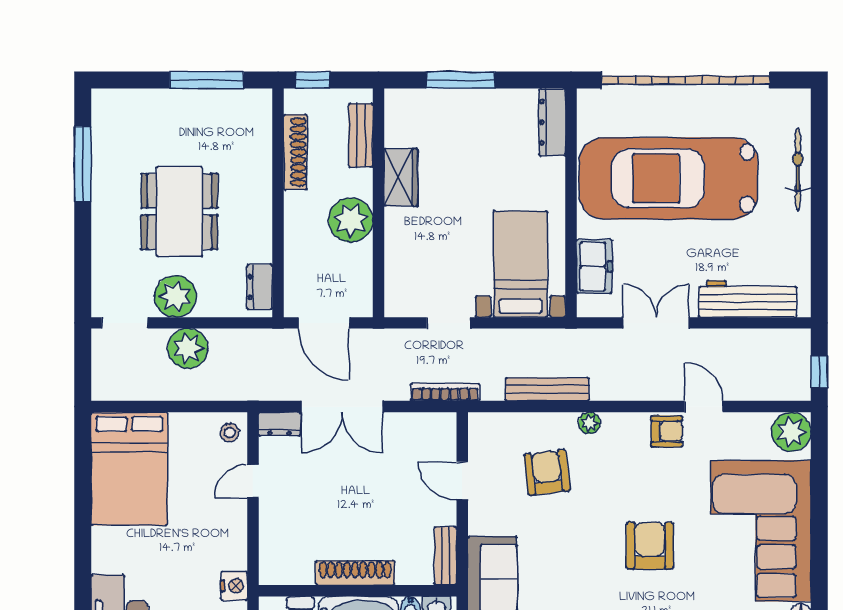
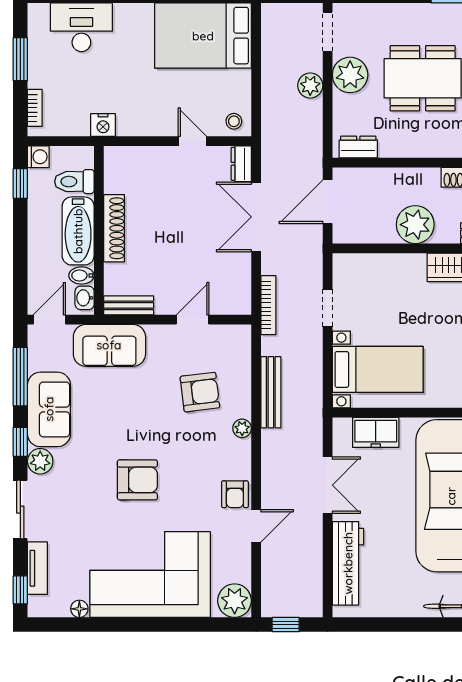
plant: (188, 348) -> (310, 86), width x0.73, depth x0.73

